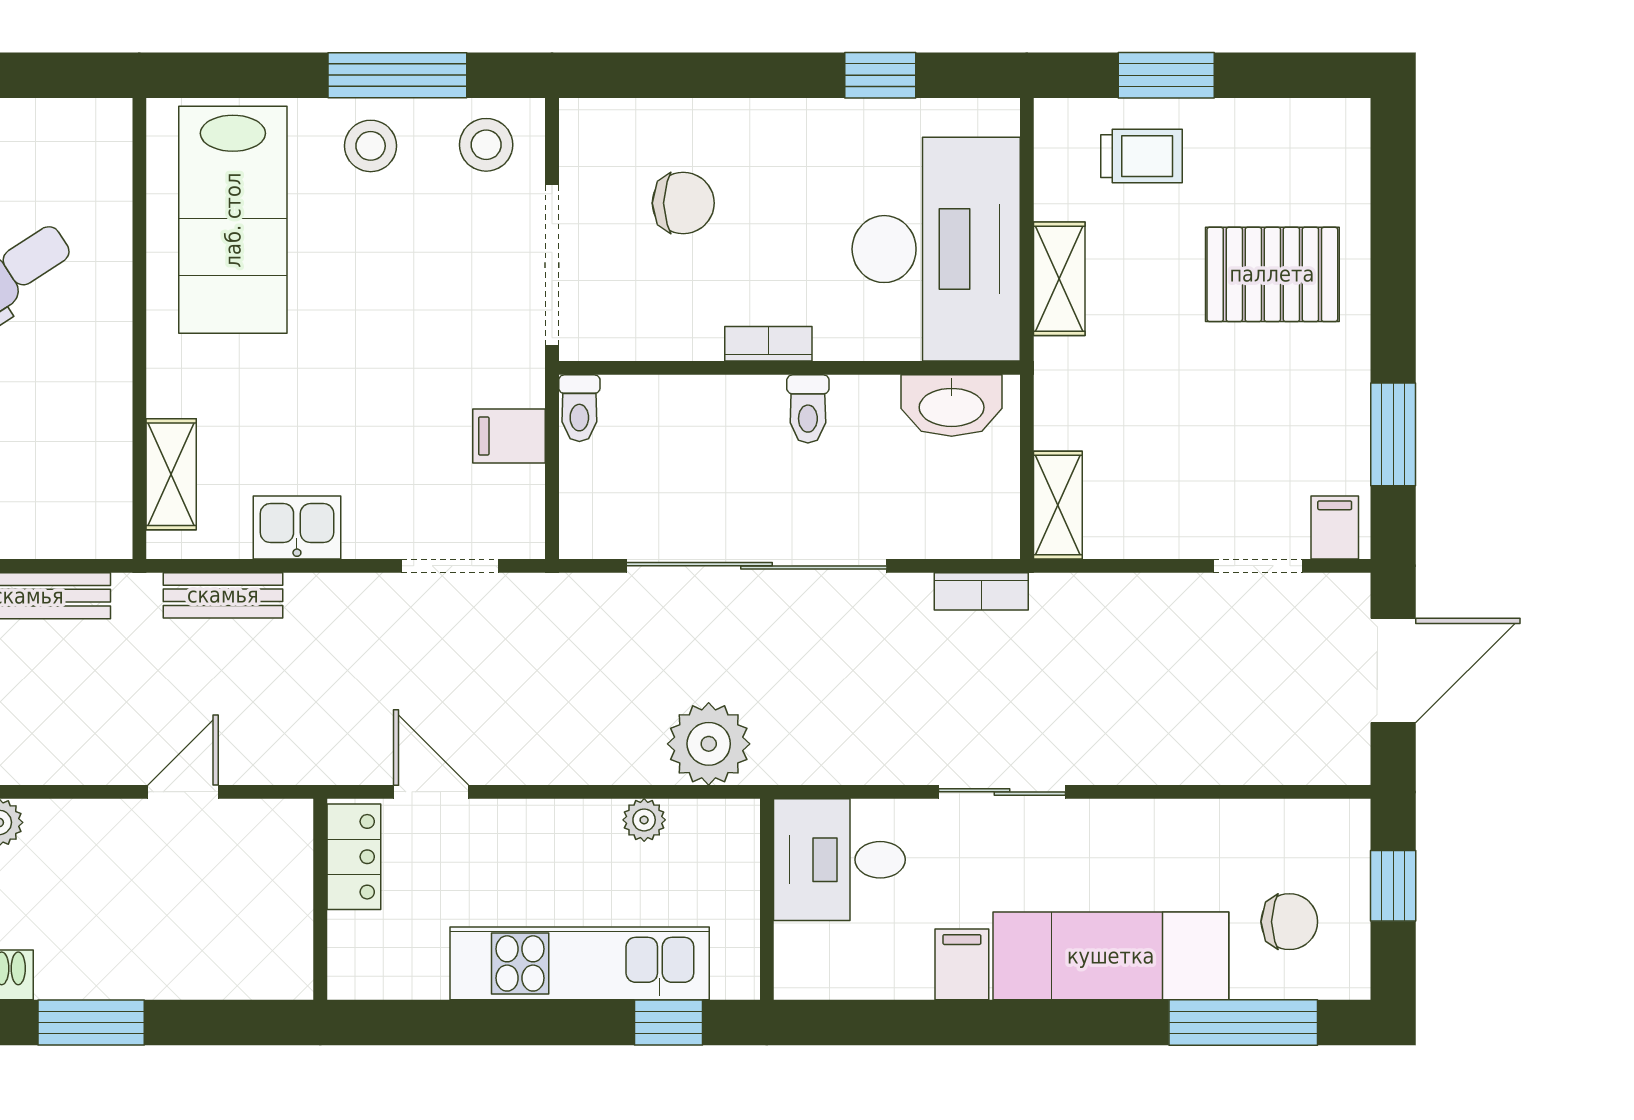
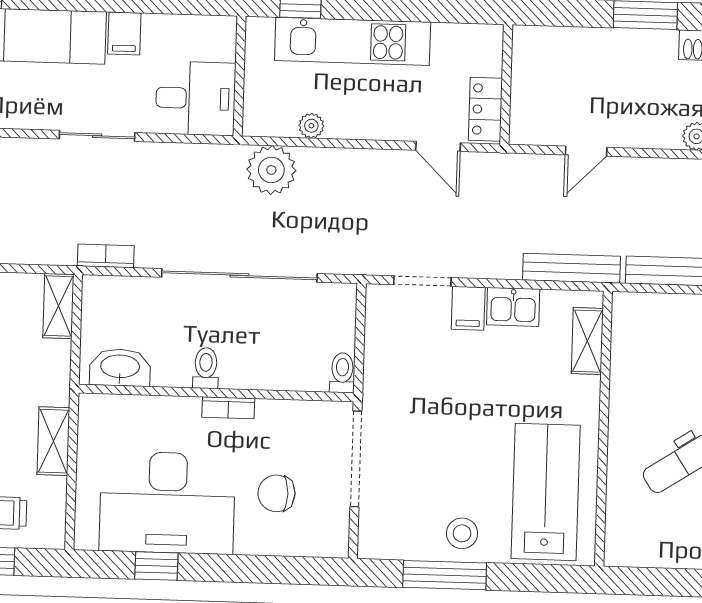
stool: (486, 145) -> (393, 532), removed
desk: (936, 249) -> (167, 503), moved, turned -90
filing cabinet: (509, 436) -> (468, 308), moved, turned 90
bench: (223, 595) -> (571, 268), width x1.36

